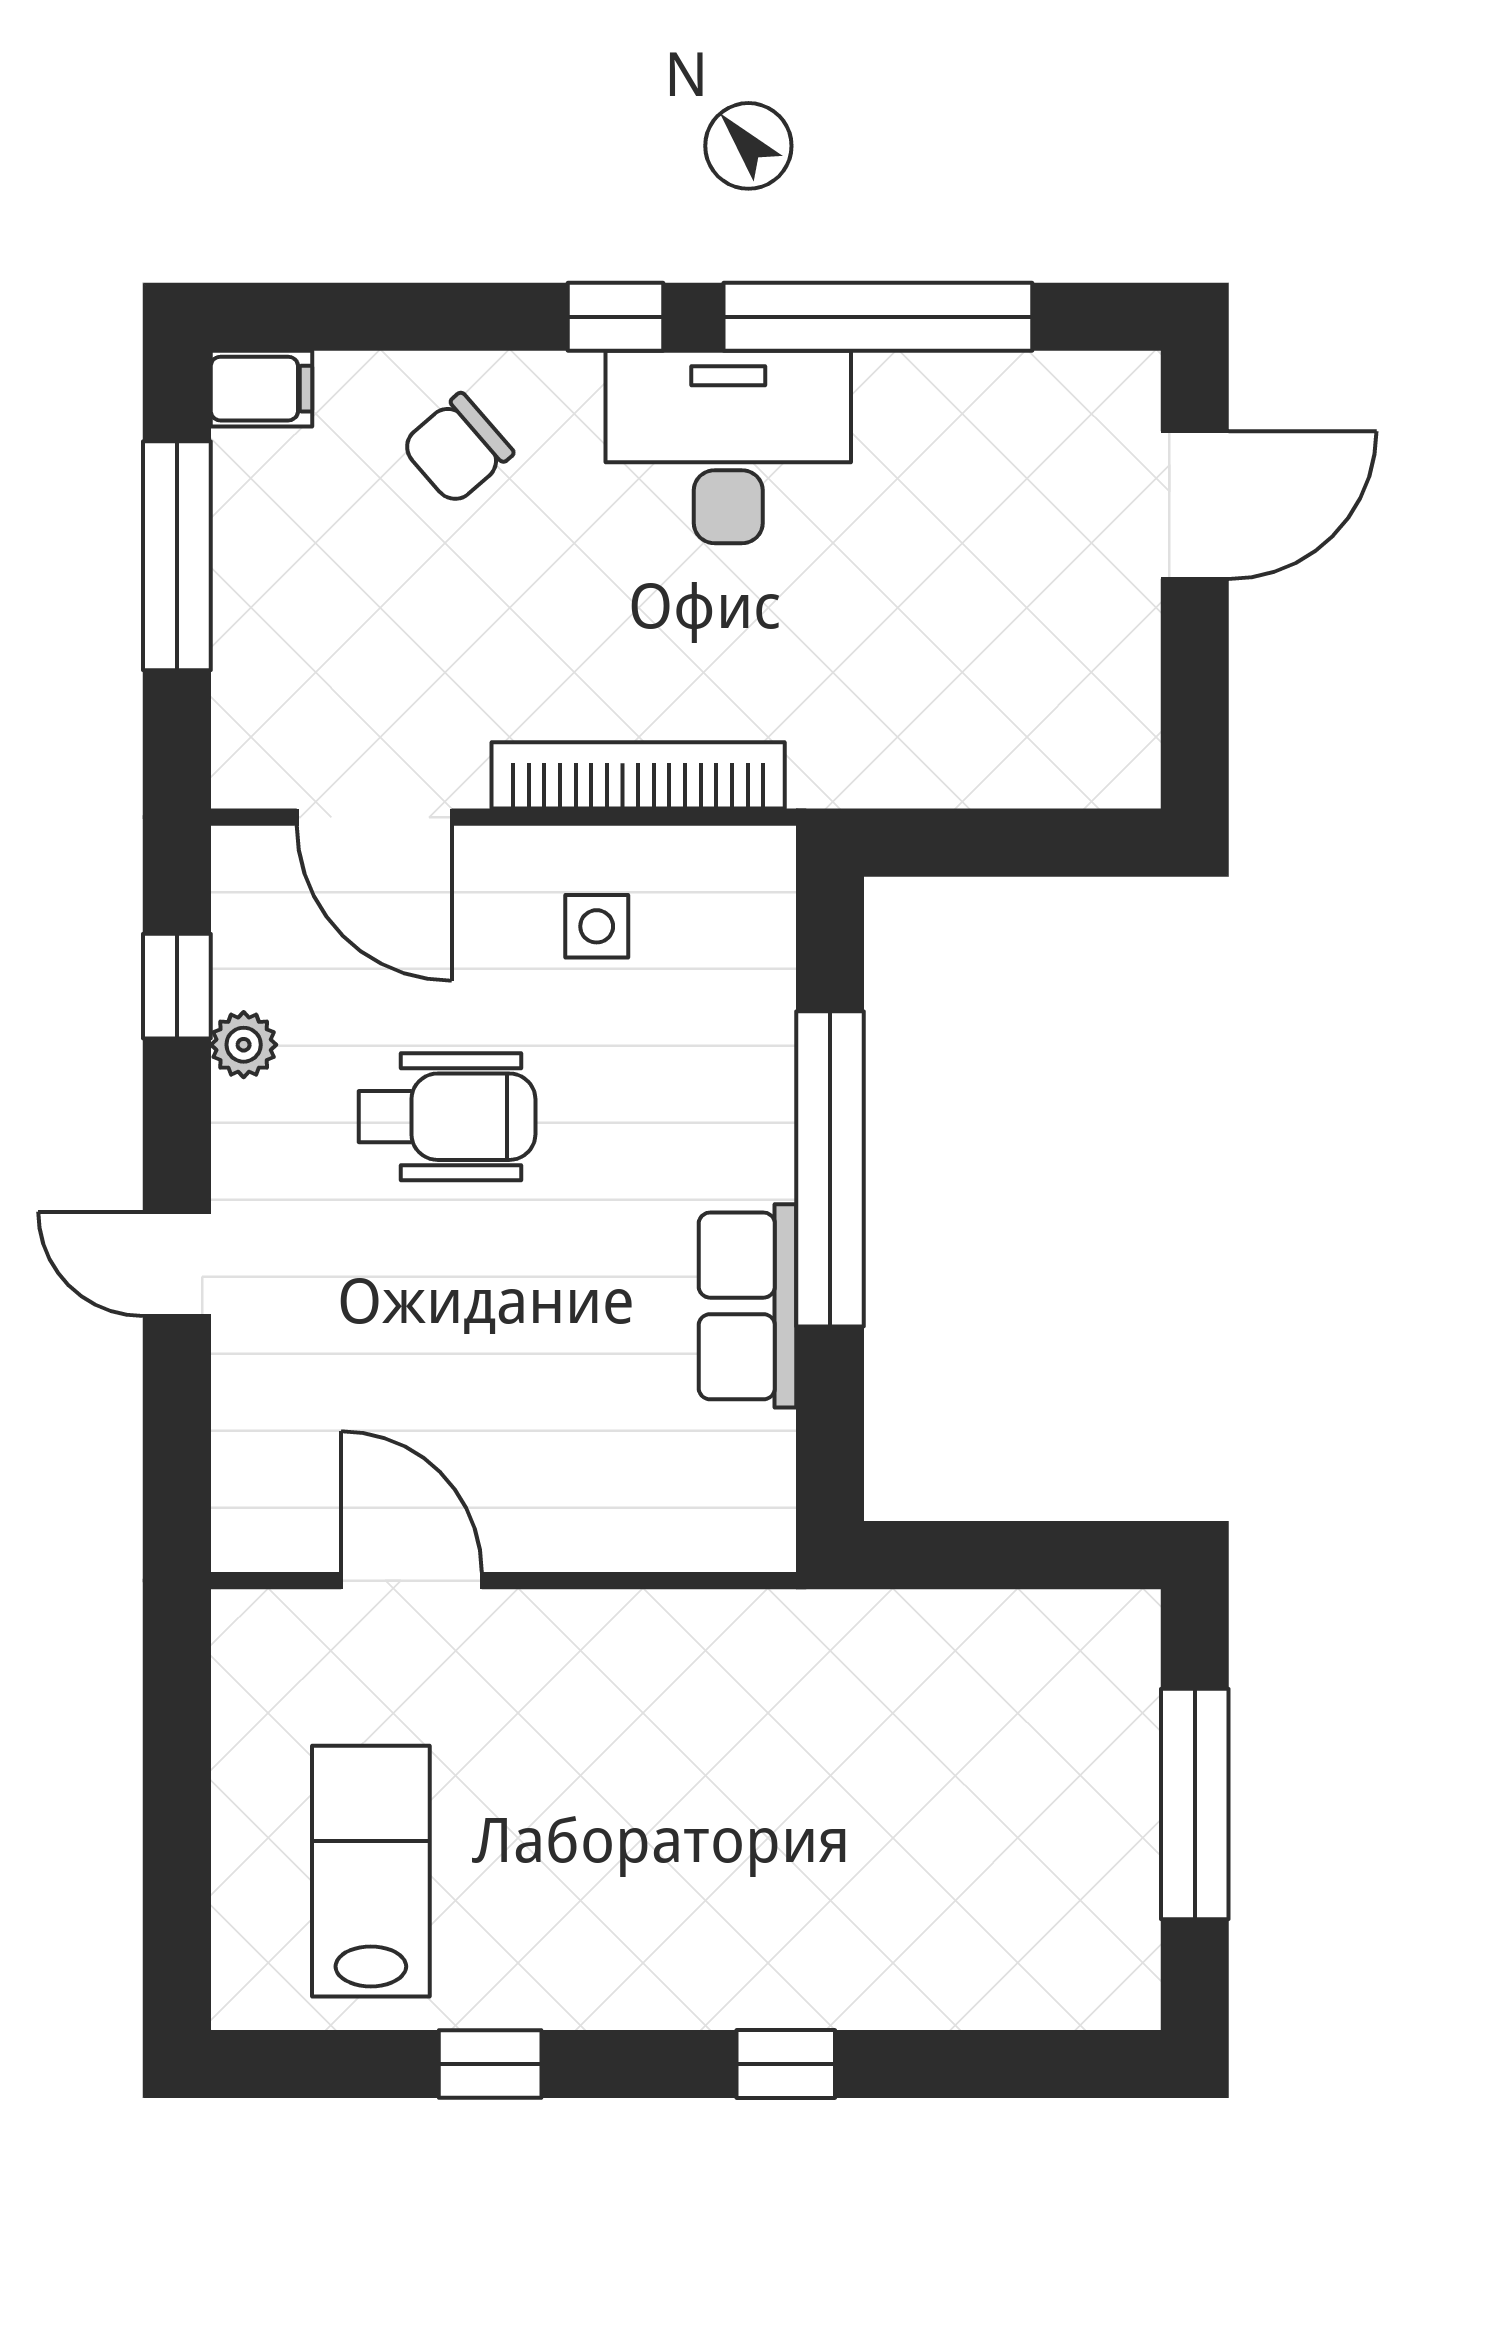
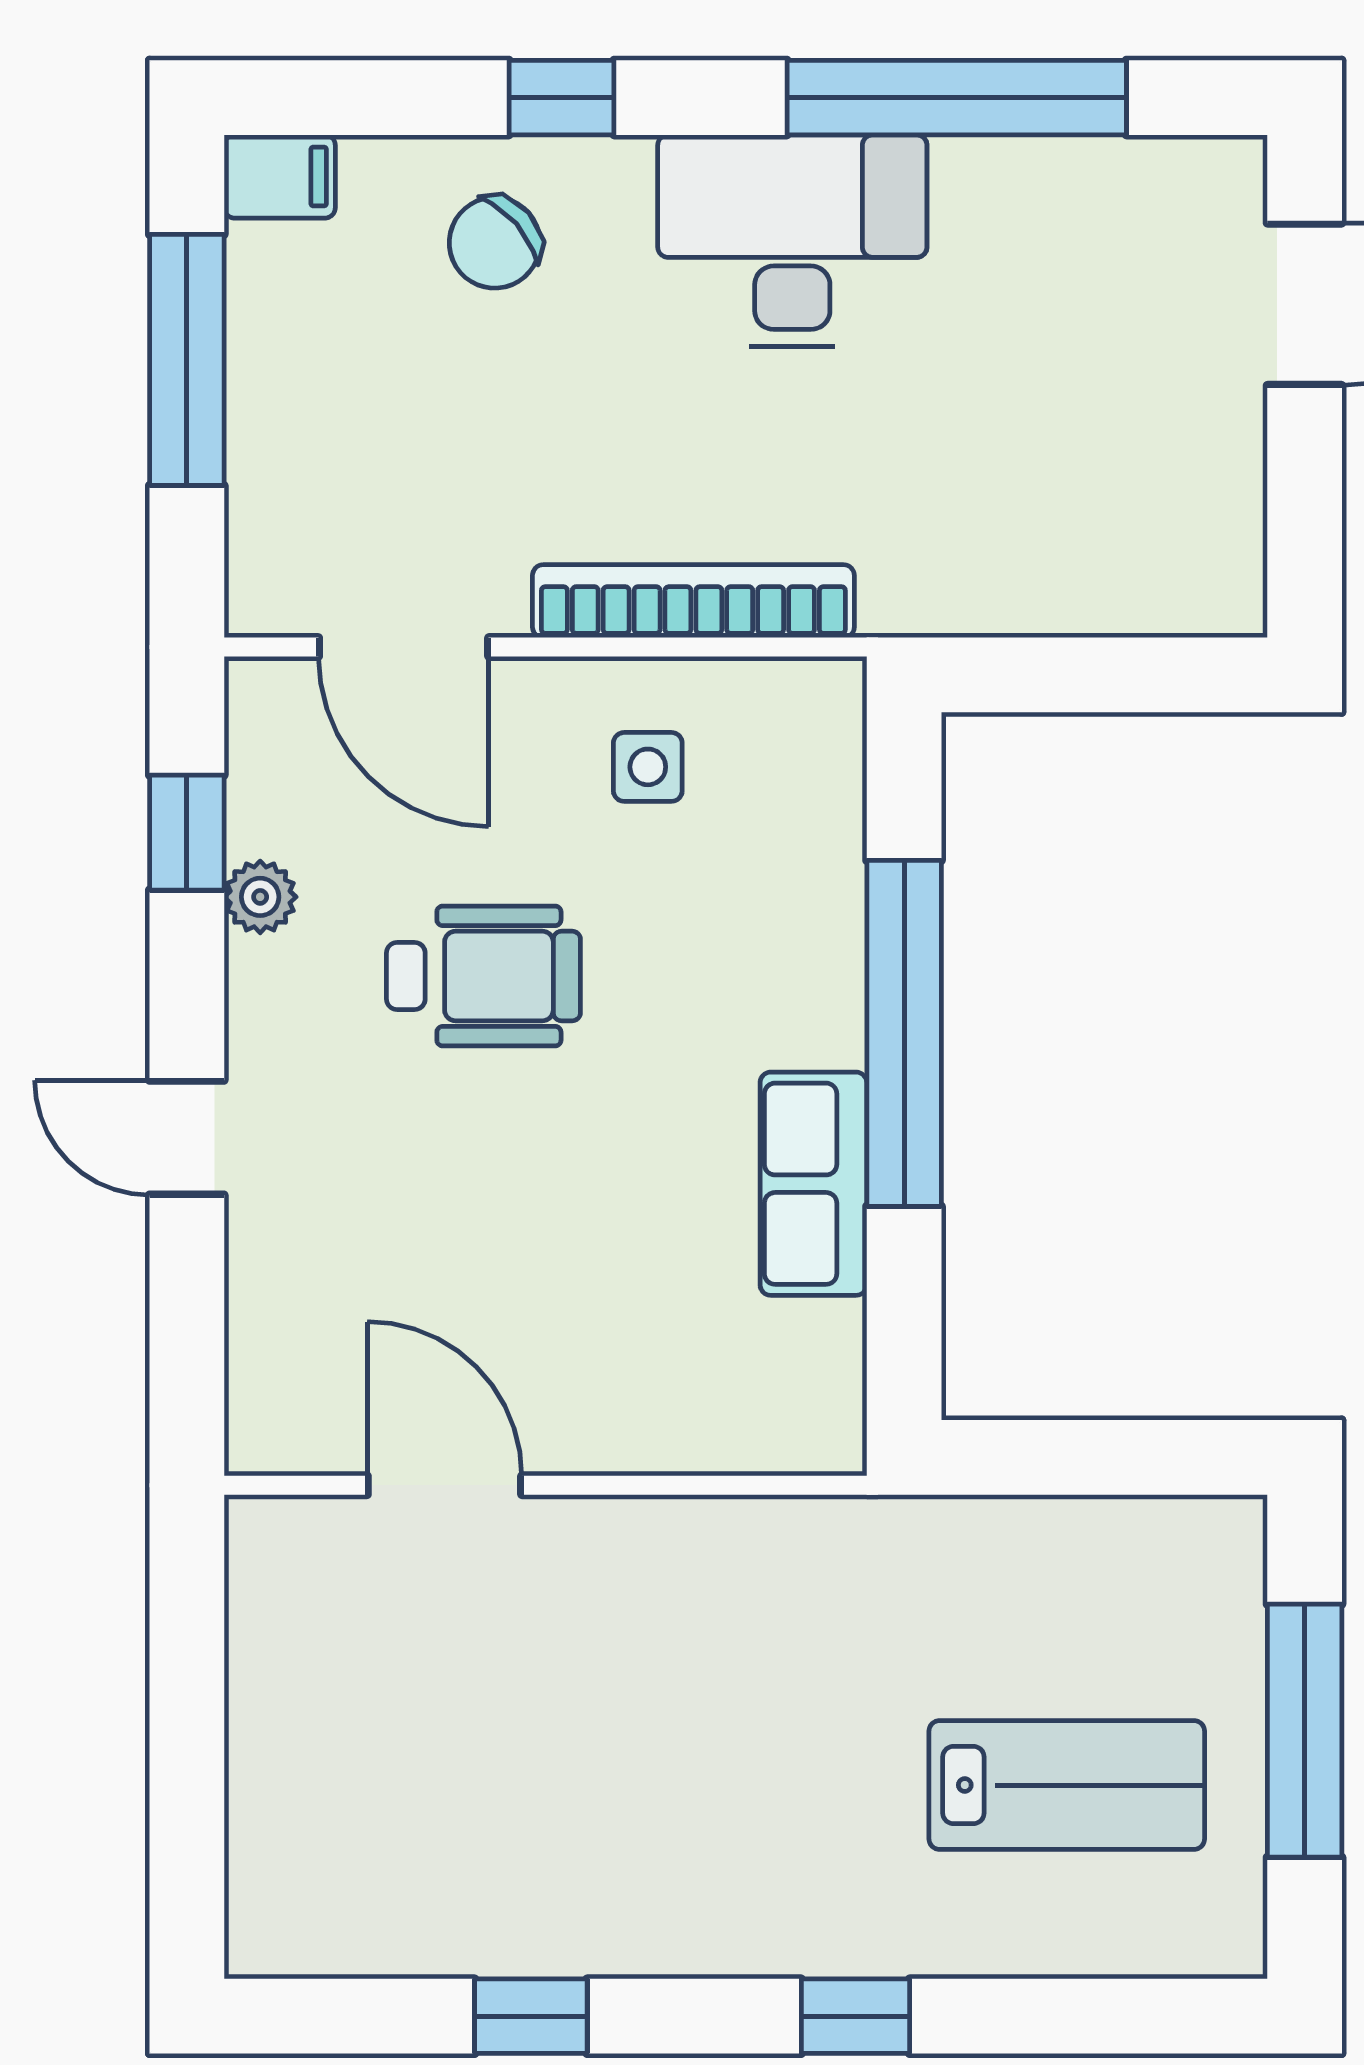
window: (615, 317) -> (561, 98), moved
lab bench: (371, 1871) -> (1067, 1785), moved, turned 90

